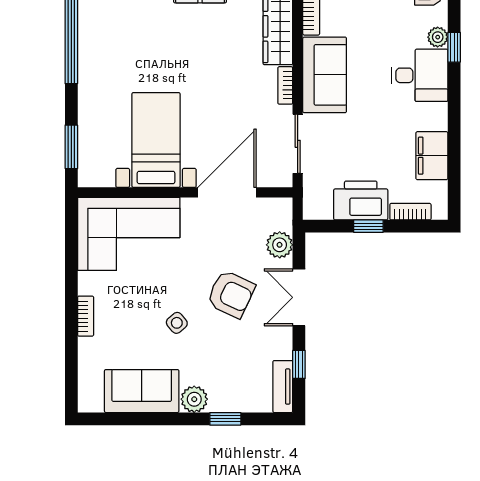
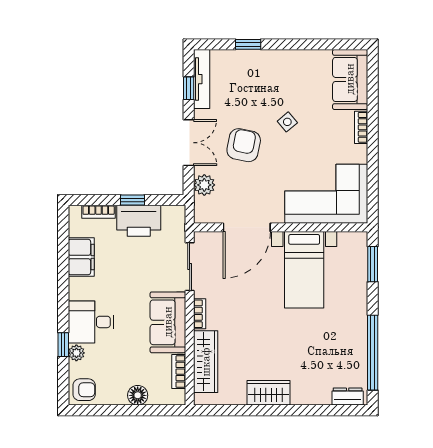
armchair: (231, 294) -> (244, 145), turned 76
tv unit: (283, 387) -> (202, 79), width x1.41
sofa: (142, 391) -> (350, 79), moved, turned 90
plant: (194, 399) -> (273, 60), removed

